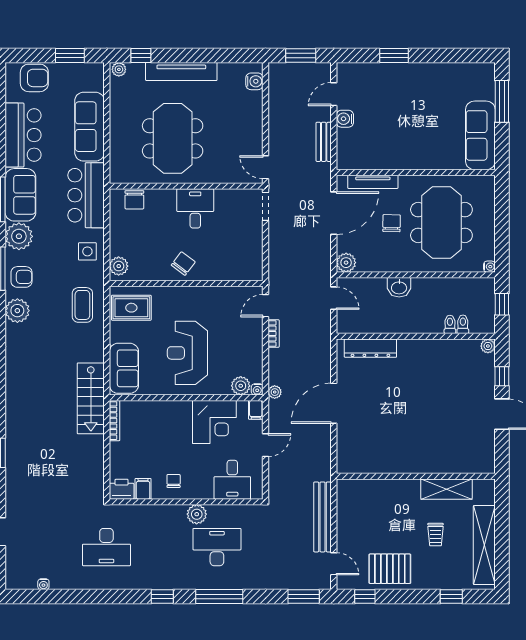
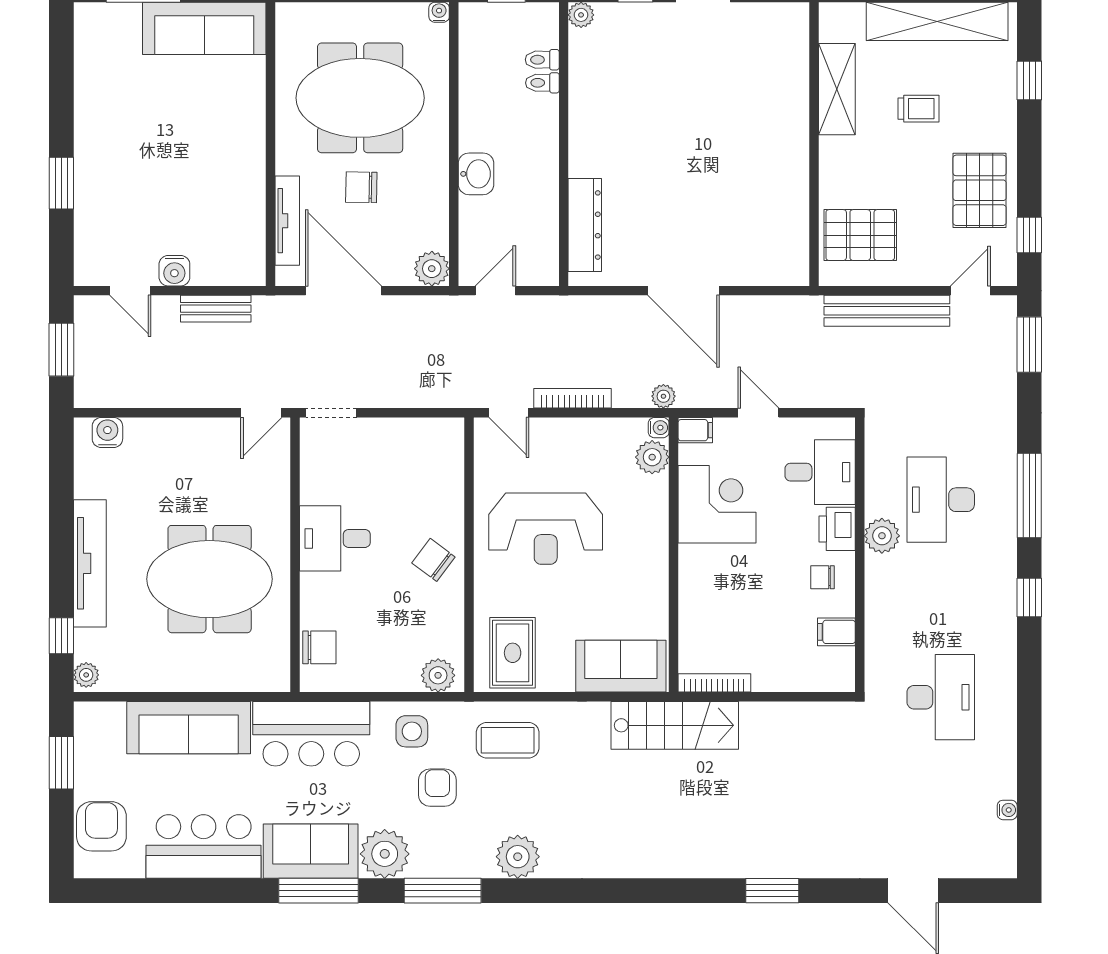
armchair: (22, 277) -> (437, 788), moved
bookcase: (274, 334) -> (573, 398), width x1.56
reception desk: (187, 353) -> (546, 529), moved
printer: (122, 489) -> (837, 529), moved
pallet: (365, 502) -> (860, 235), added

